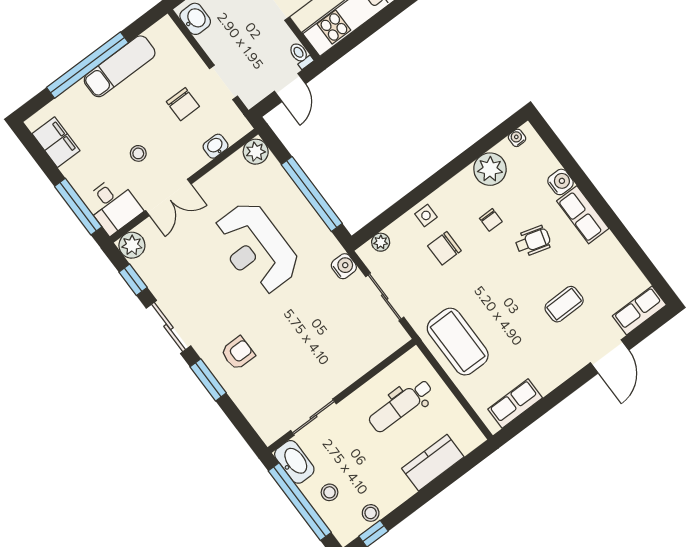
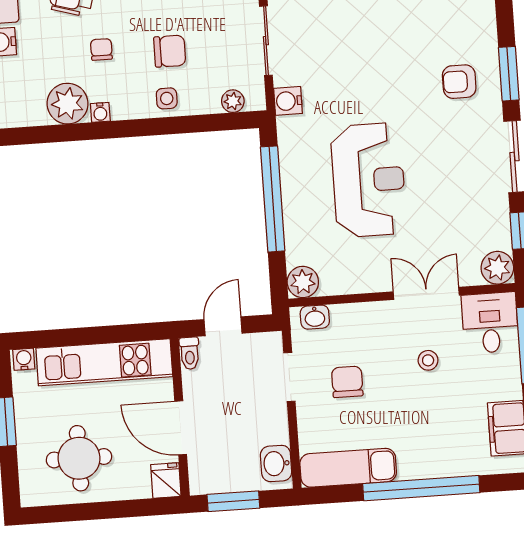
exam couch: (120, 66) -> (348, 468), moved
water cooler: (517, 138) -> (100, 112), moved
washbasin: (216, 146) -> (315, 317), moved

